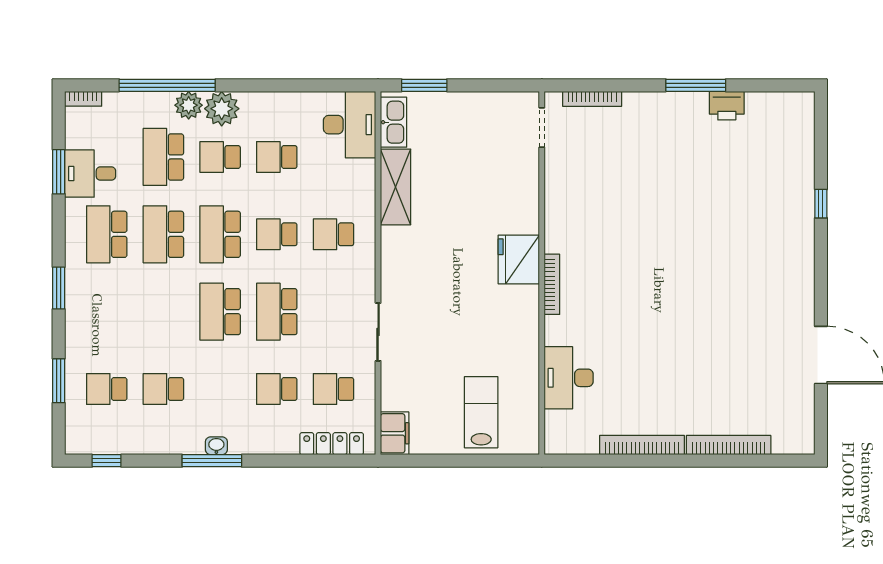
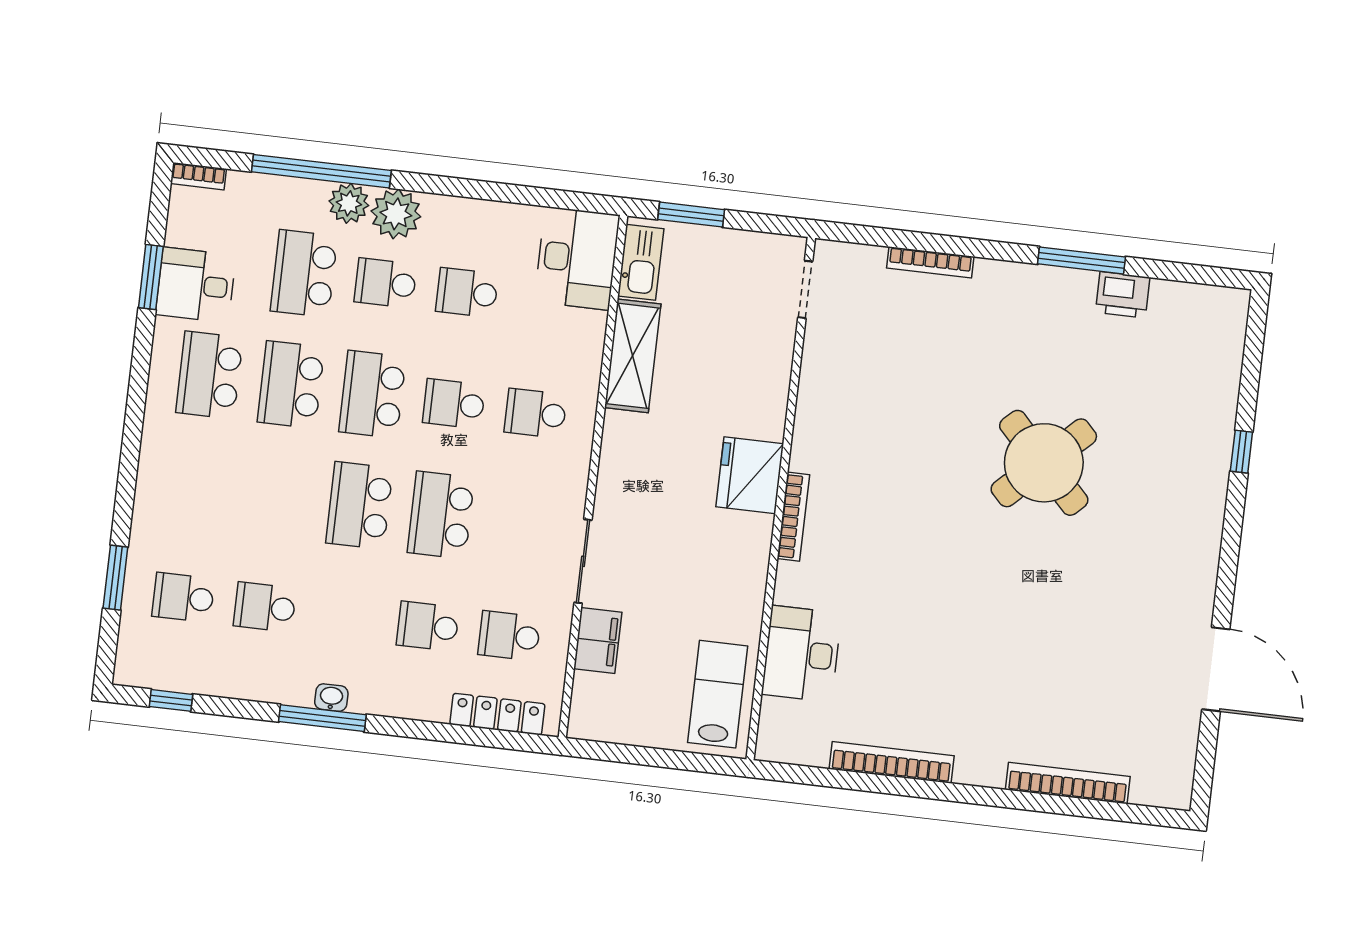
doorway: (542, 128) -> (805, 289), moved
round table: (686, 227) -> (1044, 463), added
fridge: (519, 259) -> (750, 475), moved
wall: (542, 273) -> (781, 499), moved
bookcase: (552, 284) -> (793, 517), moved
window: (59, 288) -> (131, 444), removed
desk: (569, 378) -> (802, 654), moved
filing cabinet: (395, 433) -> (598, 640), moved
bookcase: (642, 445) -> (892, 762), moved

